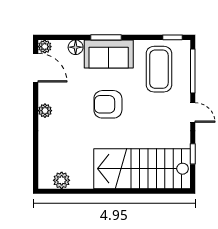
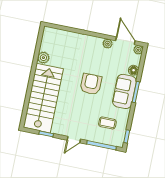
door: (36, 68) -> (125, 41), swing flipped
coffee table: (159, 69) -> (107, 123), width x0.54, depth x0.58
plant: (45, 111) -> (108, 44), moved
plant: (62, 180) -> (43, 58), moved

